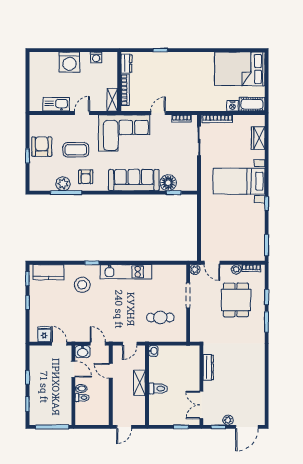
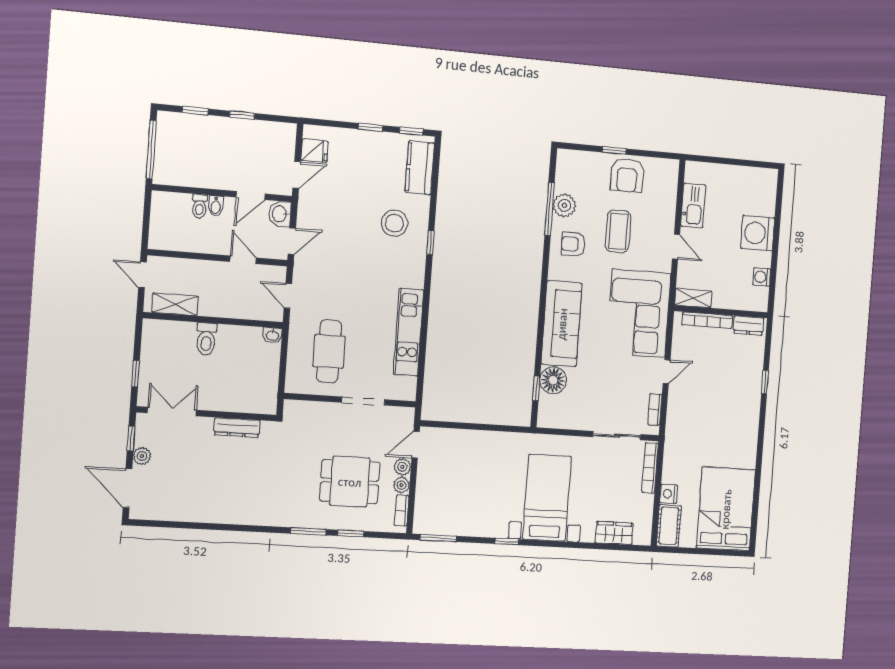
door: (158, 113) -> (667, 372), hinge flipped
armchair: (42, 147) -> (627, 175), turned 90
plant: (195, 270) -> (402, 467), moved
kitchen unit: (126, 272) -> (409, 332), moved
cafe table: (160, 318) -> (329, 351), width x1.37, depth x1.35
door: (111, 371) -> (243, 260), hinge flipped
shelving: (139, 383) -> (175, 304), moved

